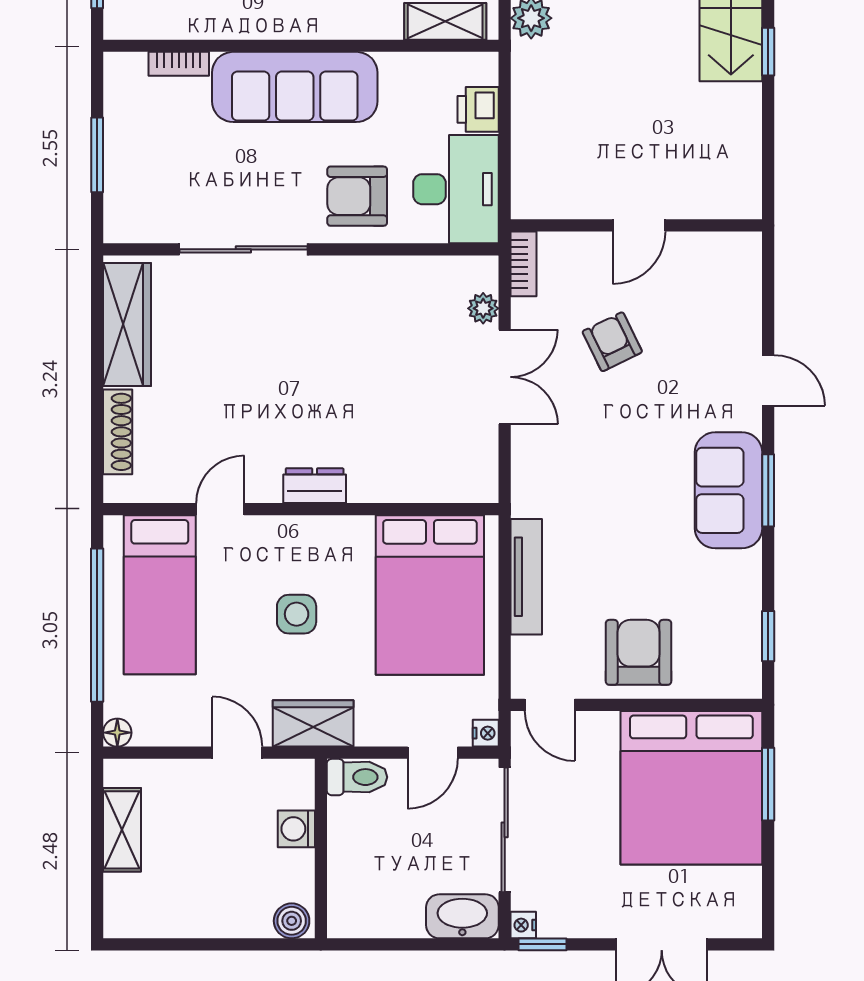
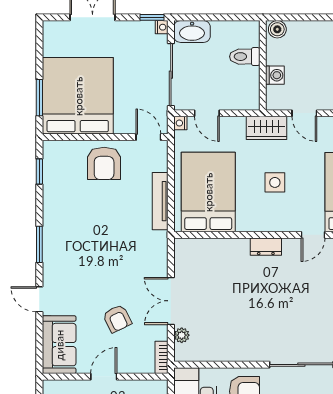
sofa: (729, 490) -> (59, 345), moved
door: (433, 753) -> (207, 113), swing flipped
toilet: (357, 777) -> (245, 57), moved

